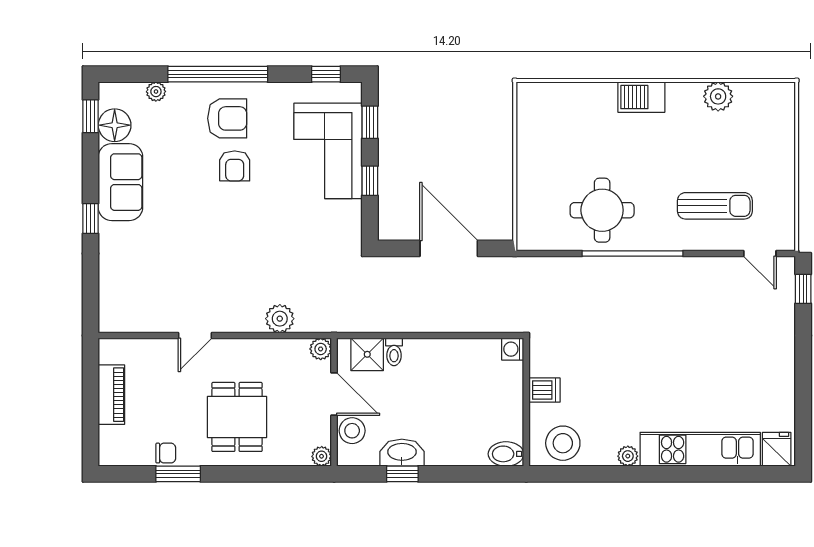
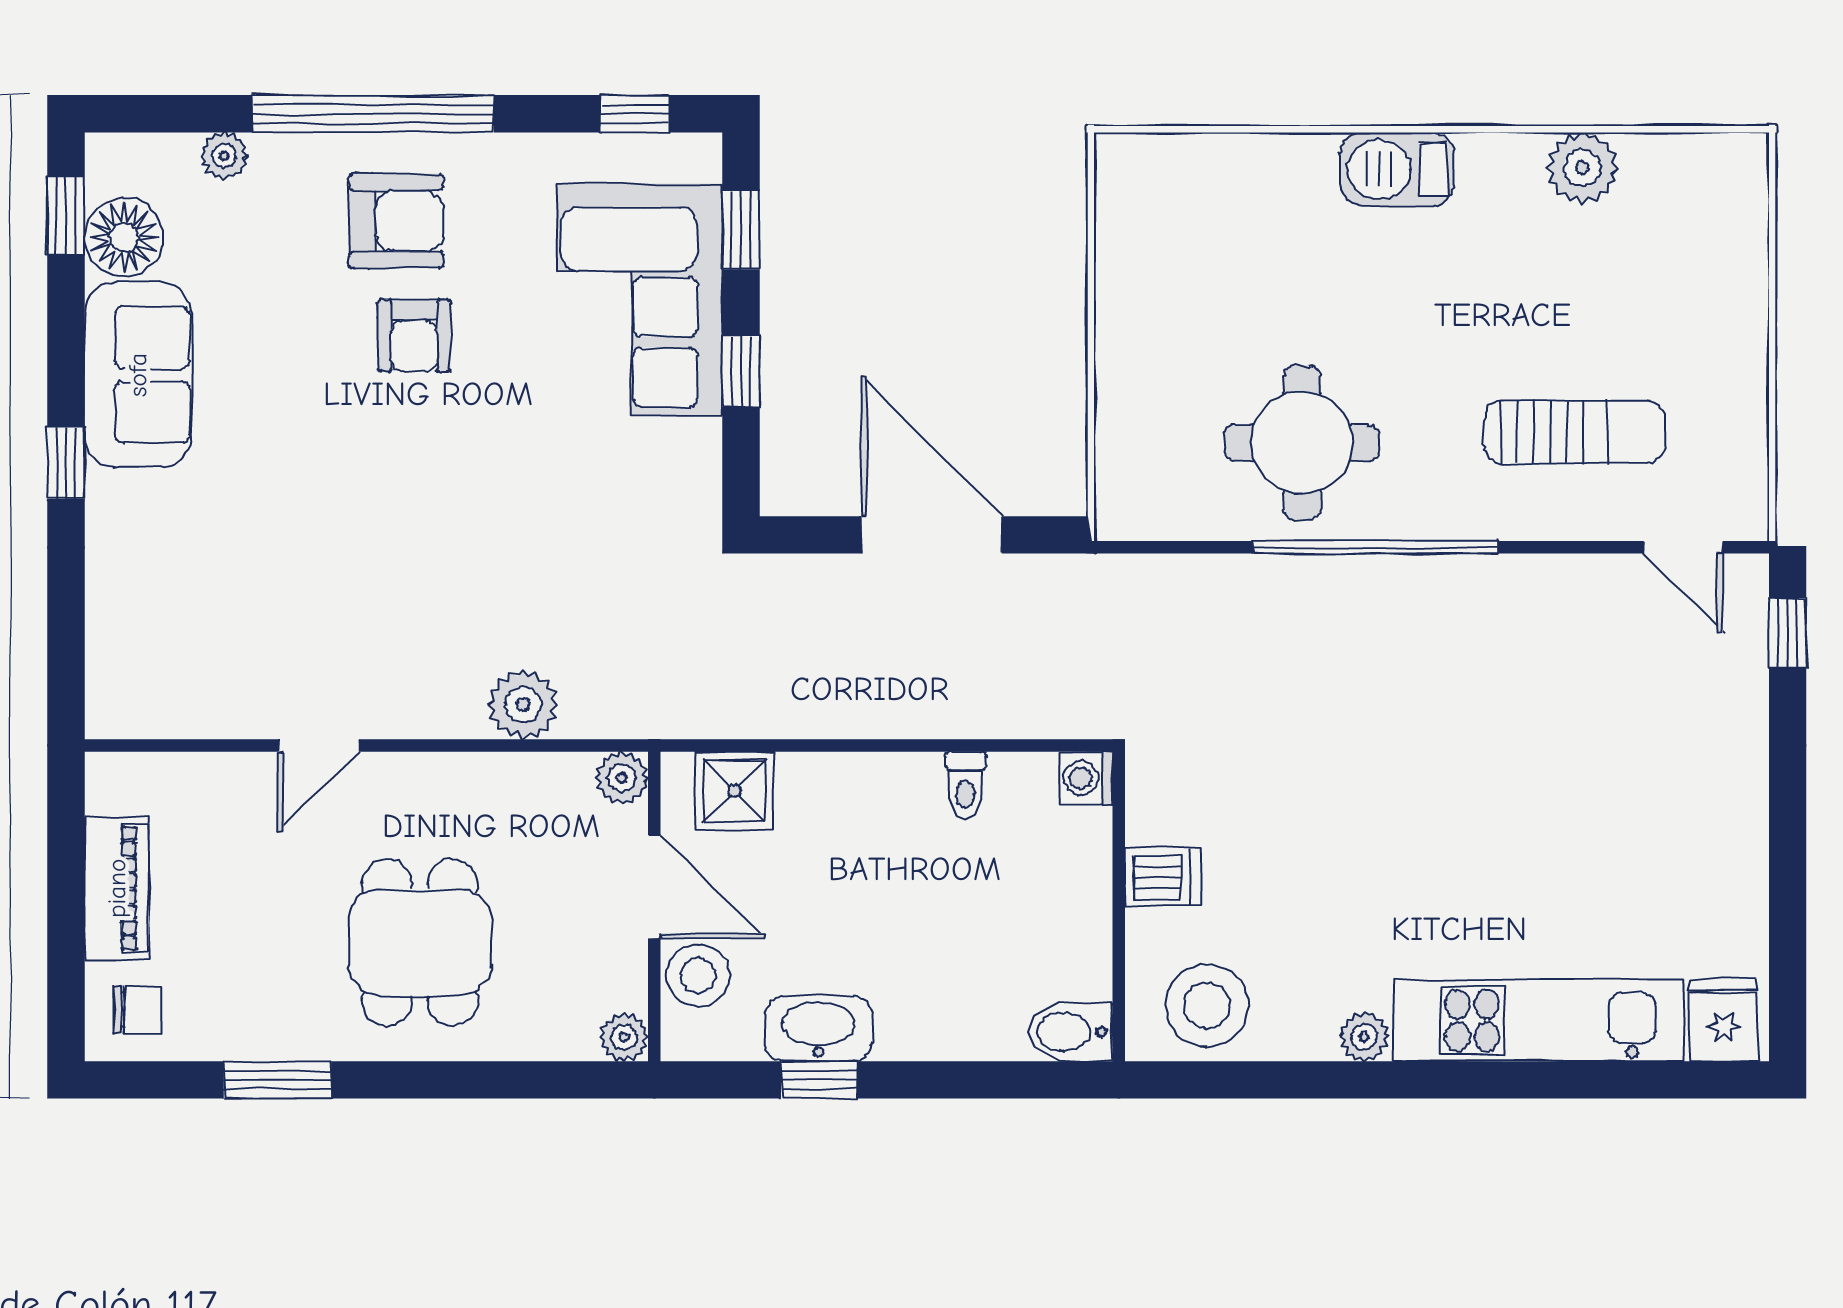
toilet: (394, 352) -> (966, 785), moved
chair: (166, 453) -> (137, 1010), moved

